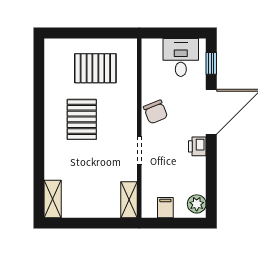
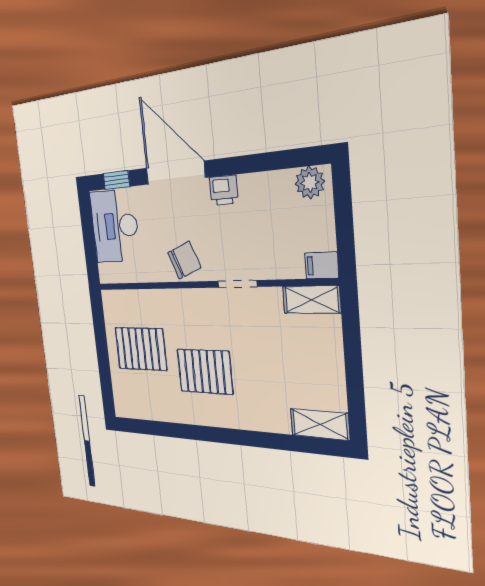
desk: (181, 57) -> (115, 226), width x1.37
pallet: (95, 68) -> (141, 349), turned 90
filing cabinet: (165, 208) -> (322, 265), moved

